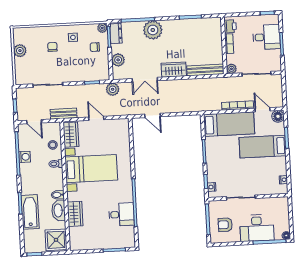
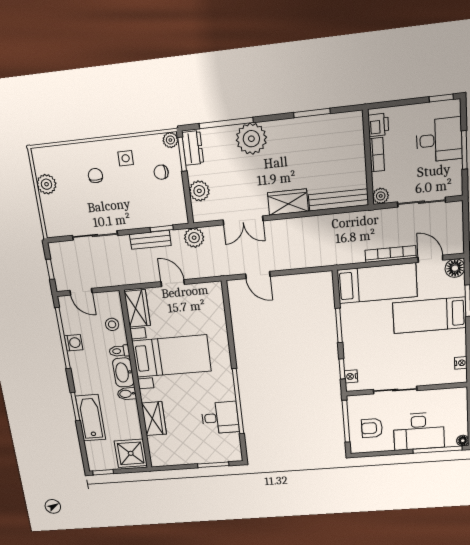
bench: (64, 114) -> (150, 240), moved
washbasin: (58, 210) -> (123, 372), moved

